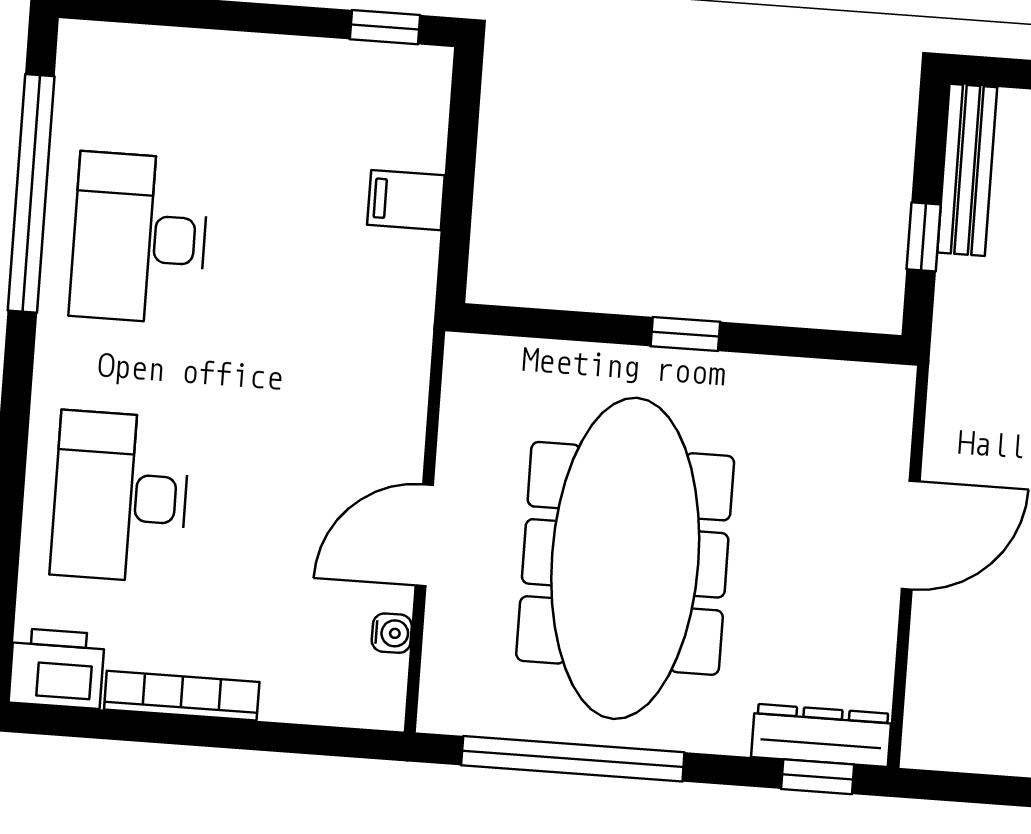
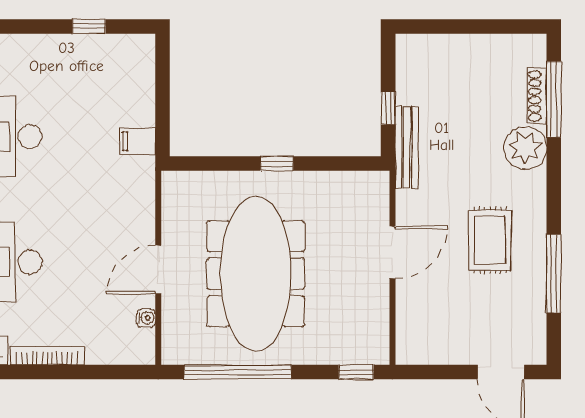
window: (385, 27) -> (89, 26), moved
bench: (967, 170) -> (407, 147), moved
filing cabinet: (406, 200) -> (138, 141), moved
dresser: (821, 735) -> (356, 352), removed

